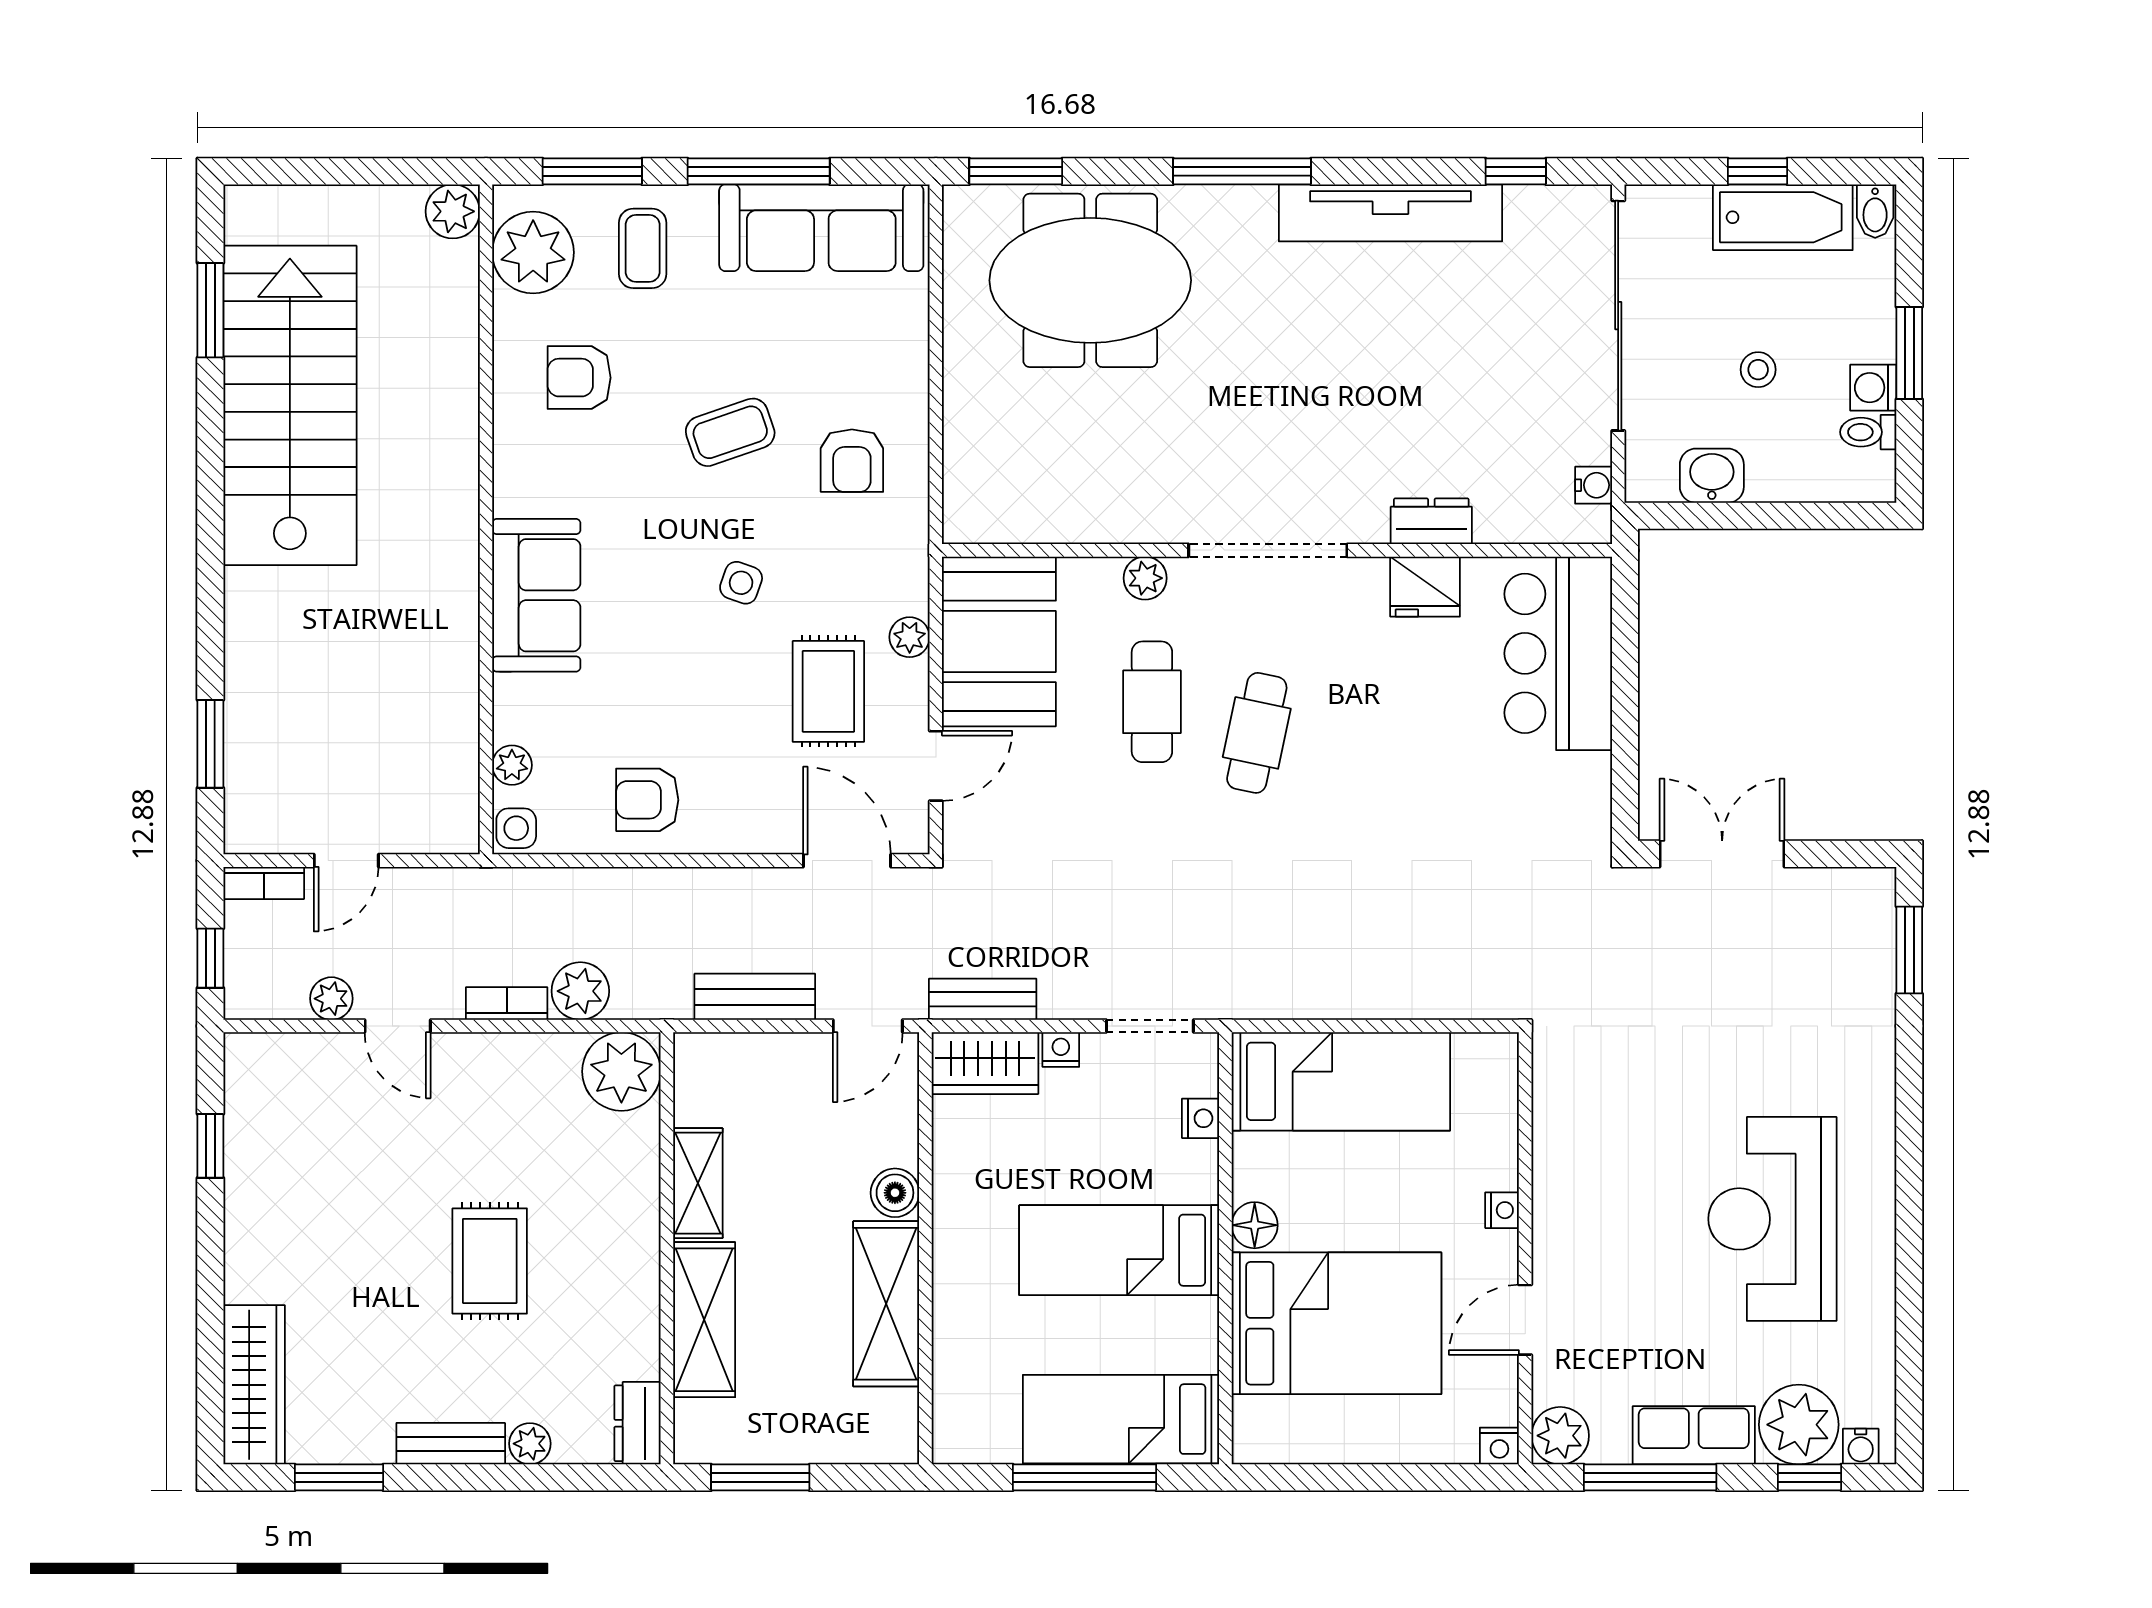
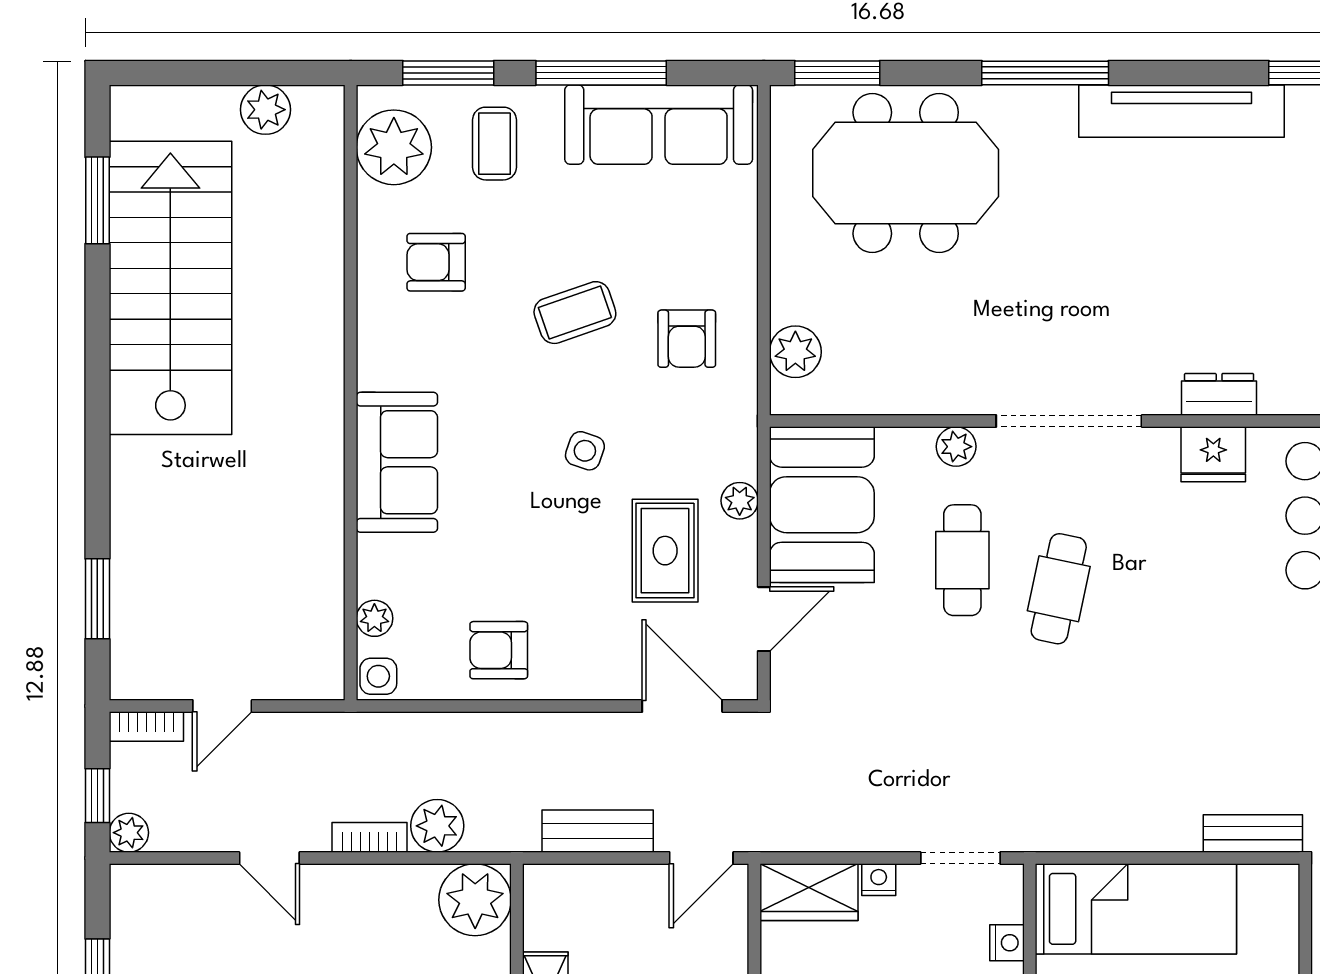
plant: (453, 211) -> (266, 110), moved
plant: (970, 475) -> (795, 352), added
plant: (331, 999) -> (129, 833), moved
bench: (983, 999) -> (1253, 833), moved

